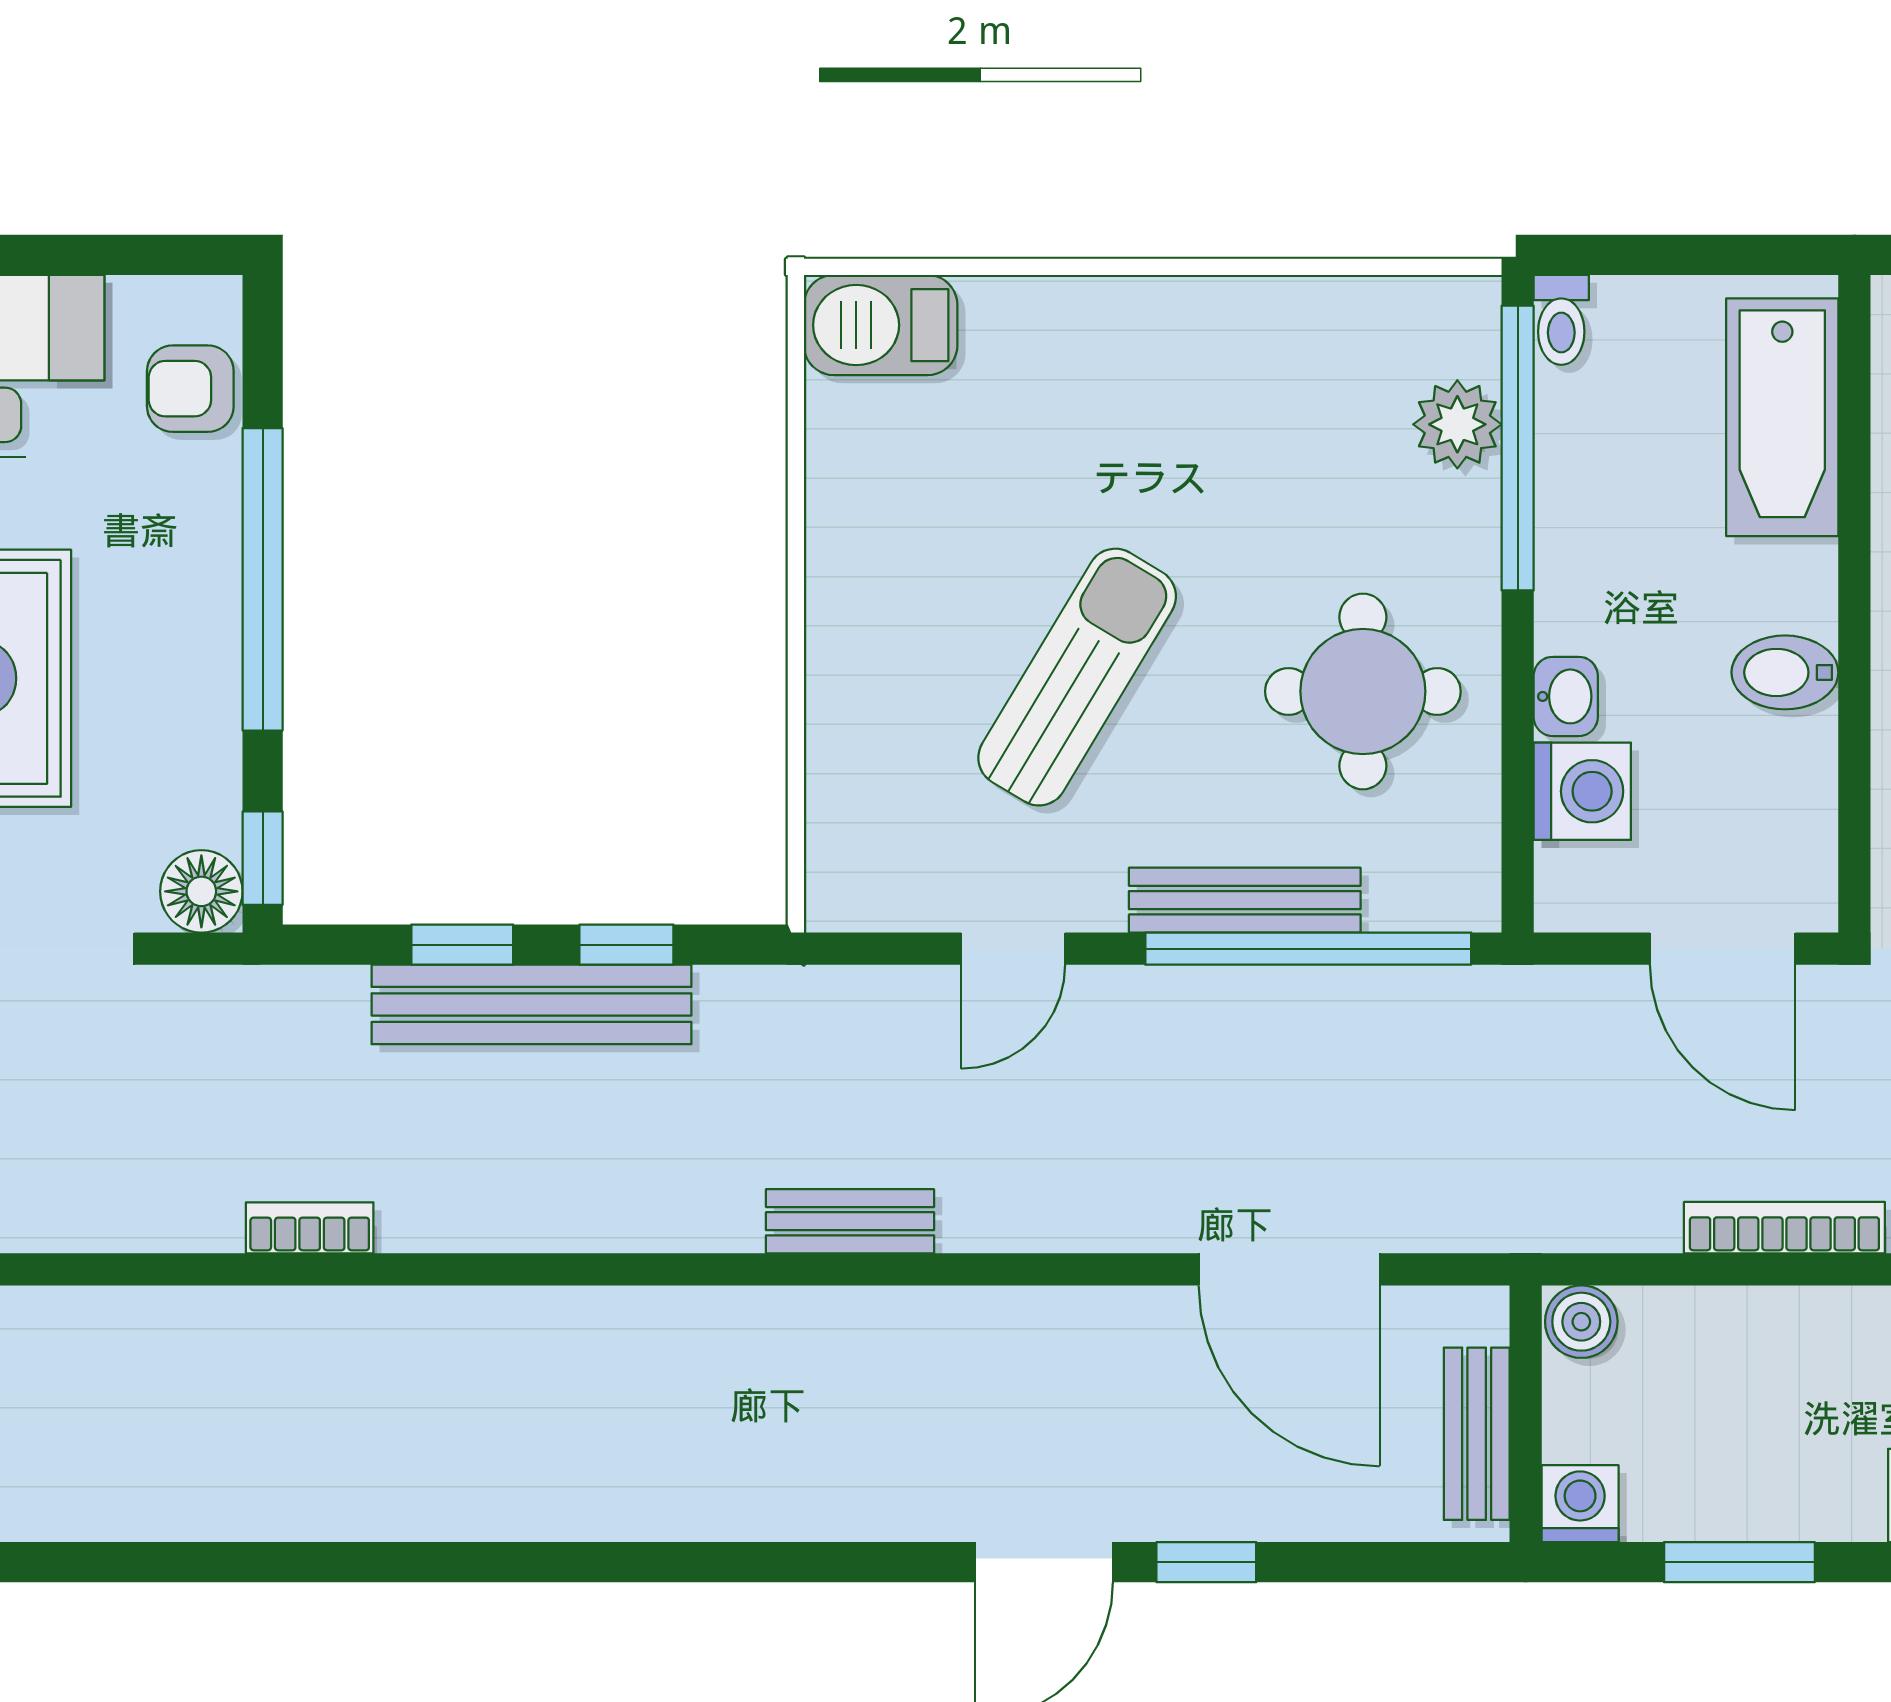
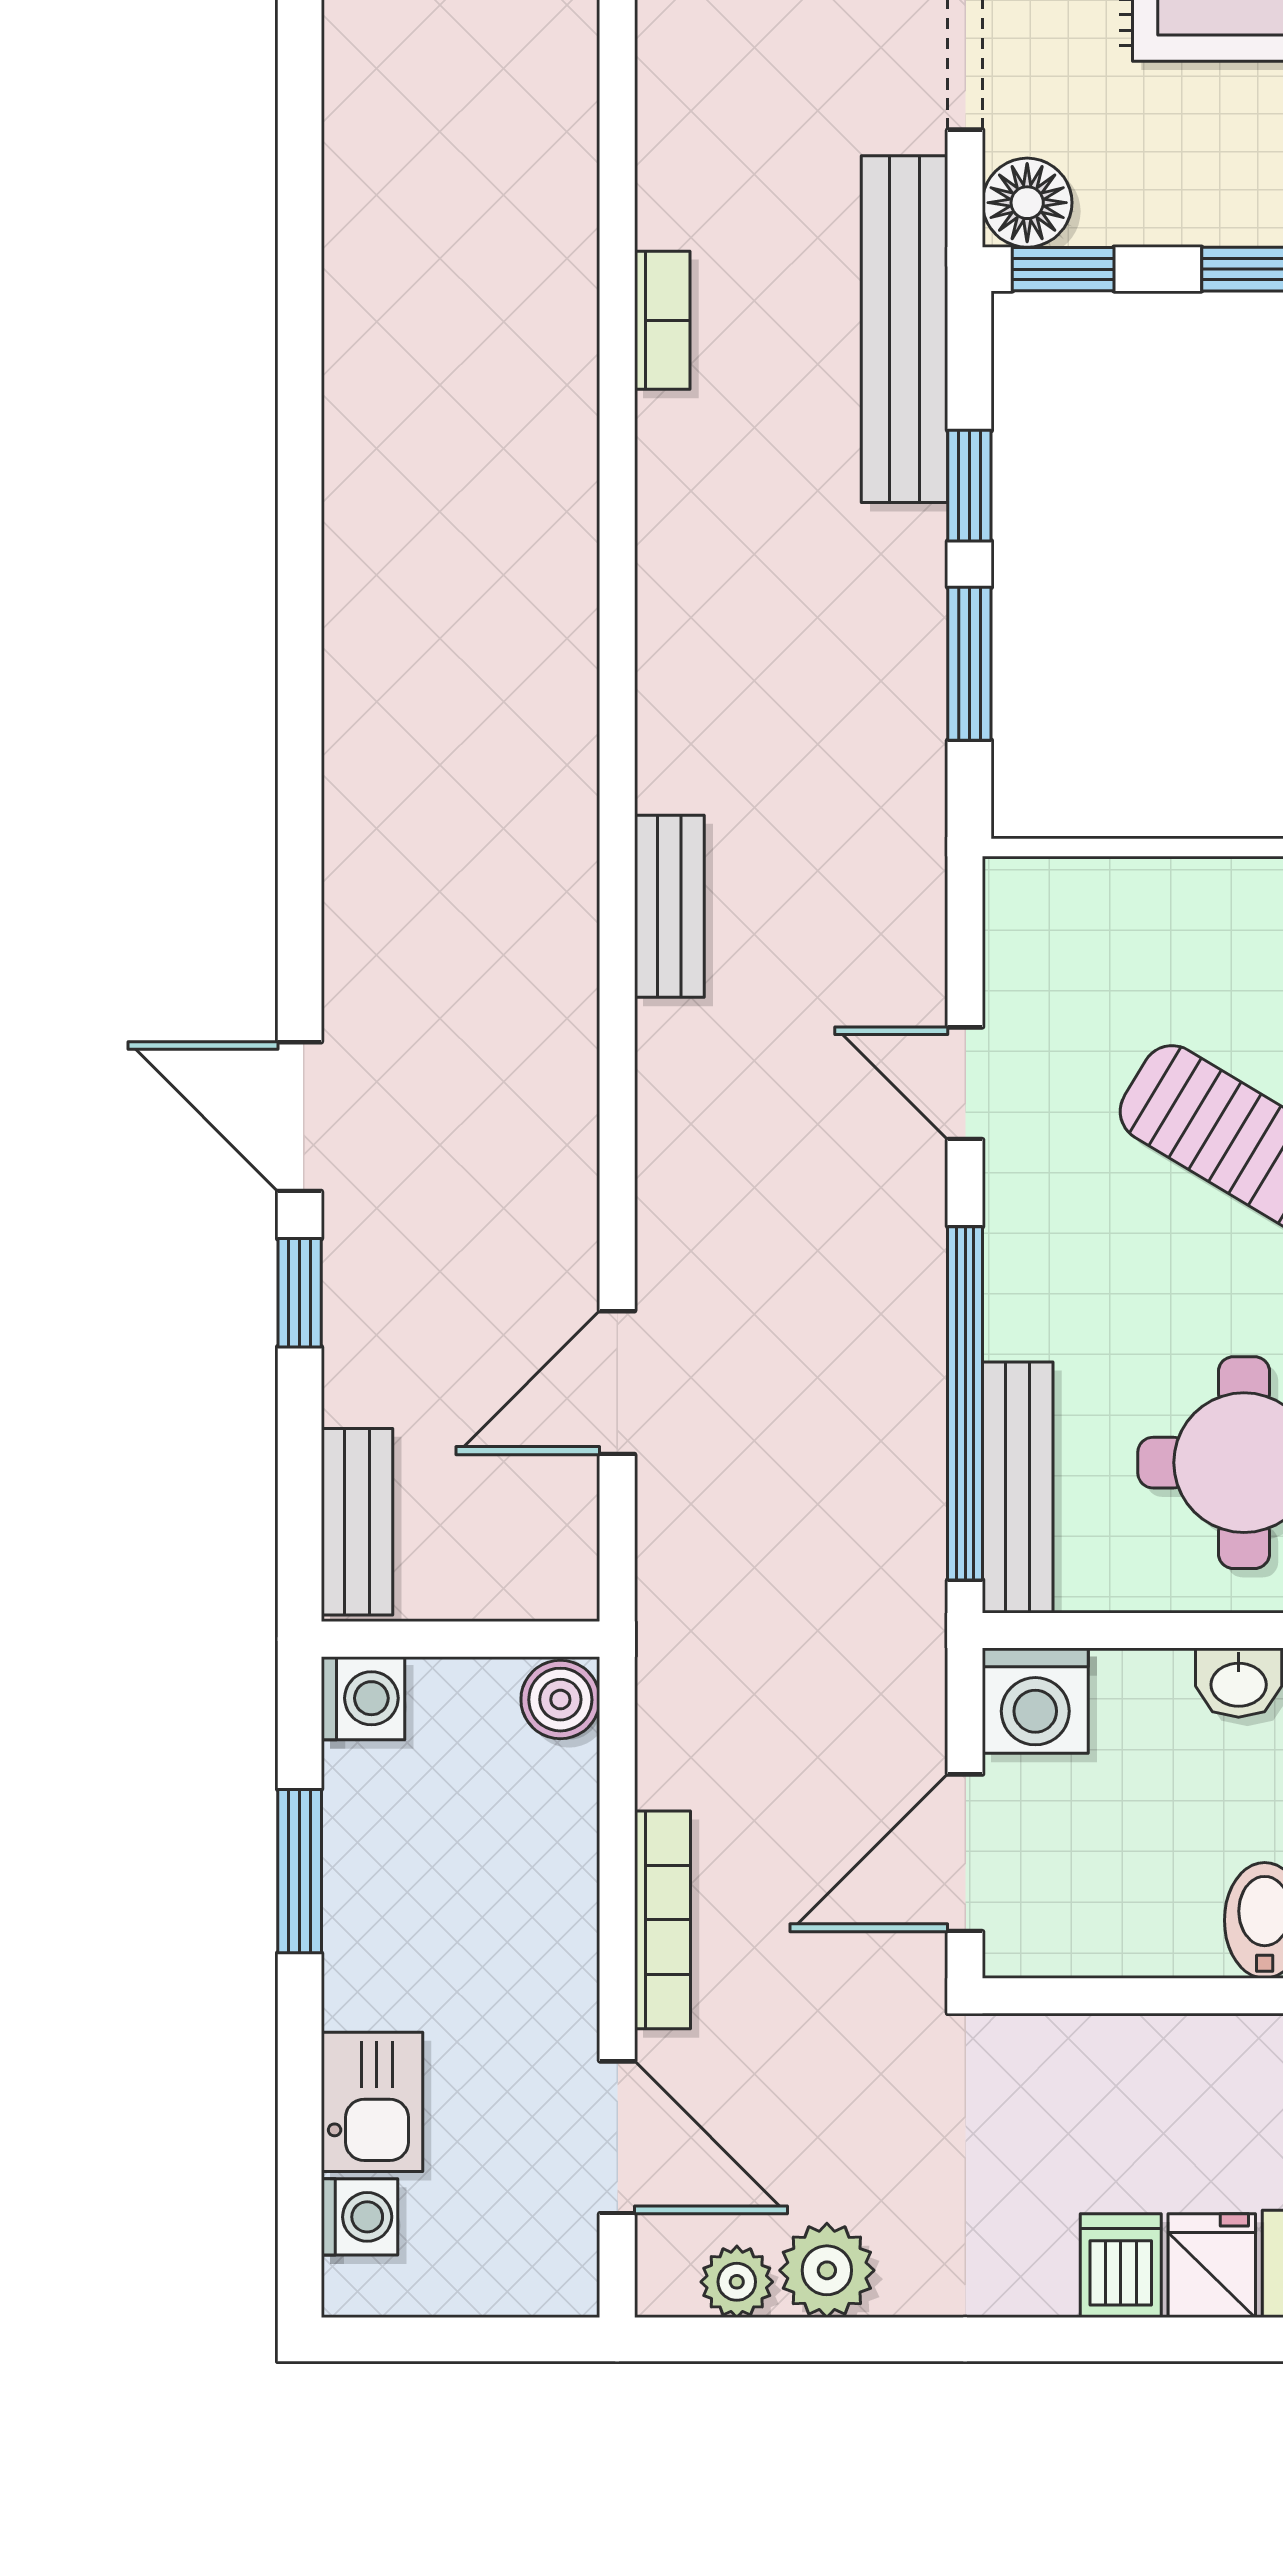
washing machine: (1582, 791) -> (1035, 1701), moved
bench: (1245, 900) -> (1018, 1487), moved
window: (626, 945) -> (969, 664), width x1.50
bench: (532, 1004) -> (905, 329), moved
door: (1289, 1269) -> (617, 1383), width x0.73
bench: (1477, 1434) -> (357, 1522), moved, turned 90

